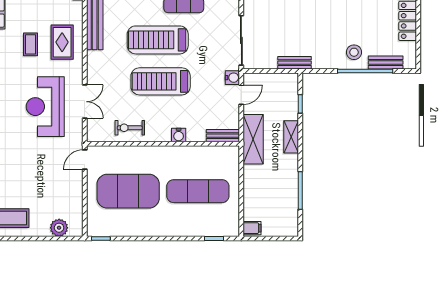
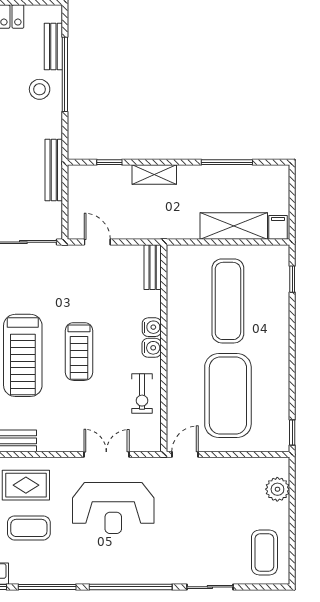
coffee table: (30, 44) -> (29, 528), width x1.36, depth x1.30
bench: (295, 63) -> (54, 170), width x1.36
water cooler: (232, 78) -> (152, 348), moved, turned 90
treadmill: (161, 81) -> (79, 352), width x0.73, depth x0.73
shelving: (253, 139) -> (234, 226), moved
door: (85, 160) -> (185, 454), swing flipped

